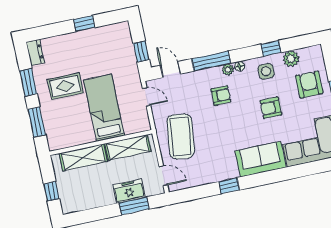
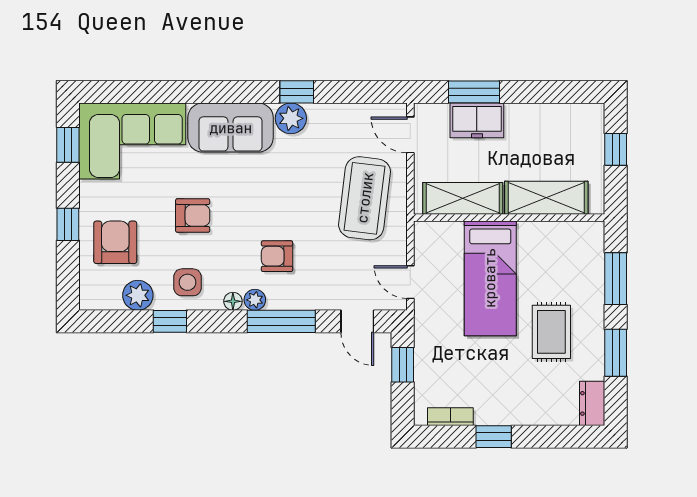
bookcase: (110, 29) -> (450, 417), added
armchair: (309, 84) -> (115, 242), turned 180
rug: (65, 86) -> (551, 332), turned 90
plant: (229, 171) -> (291, 118), added

